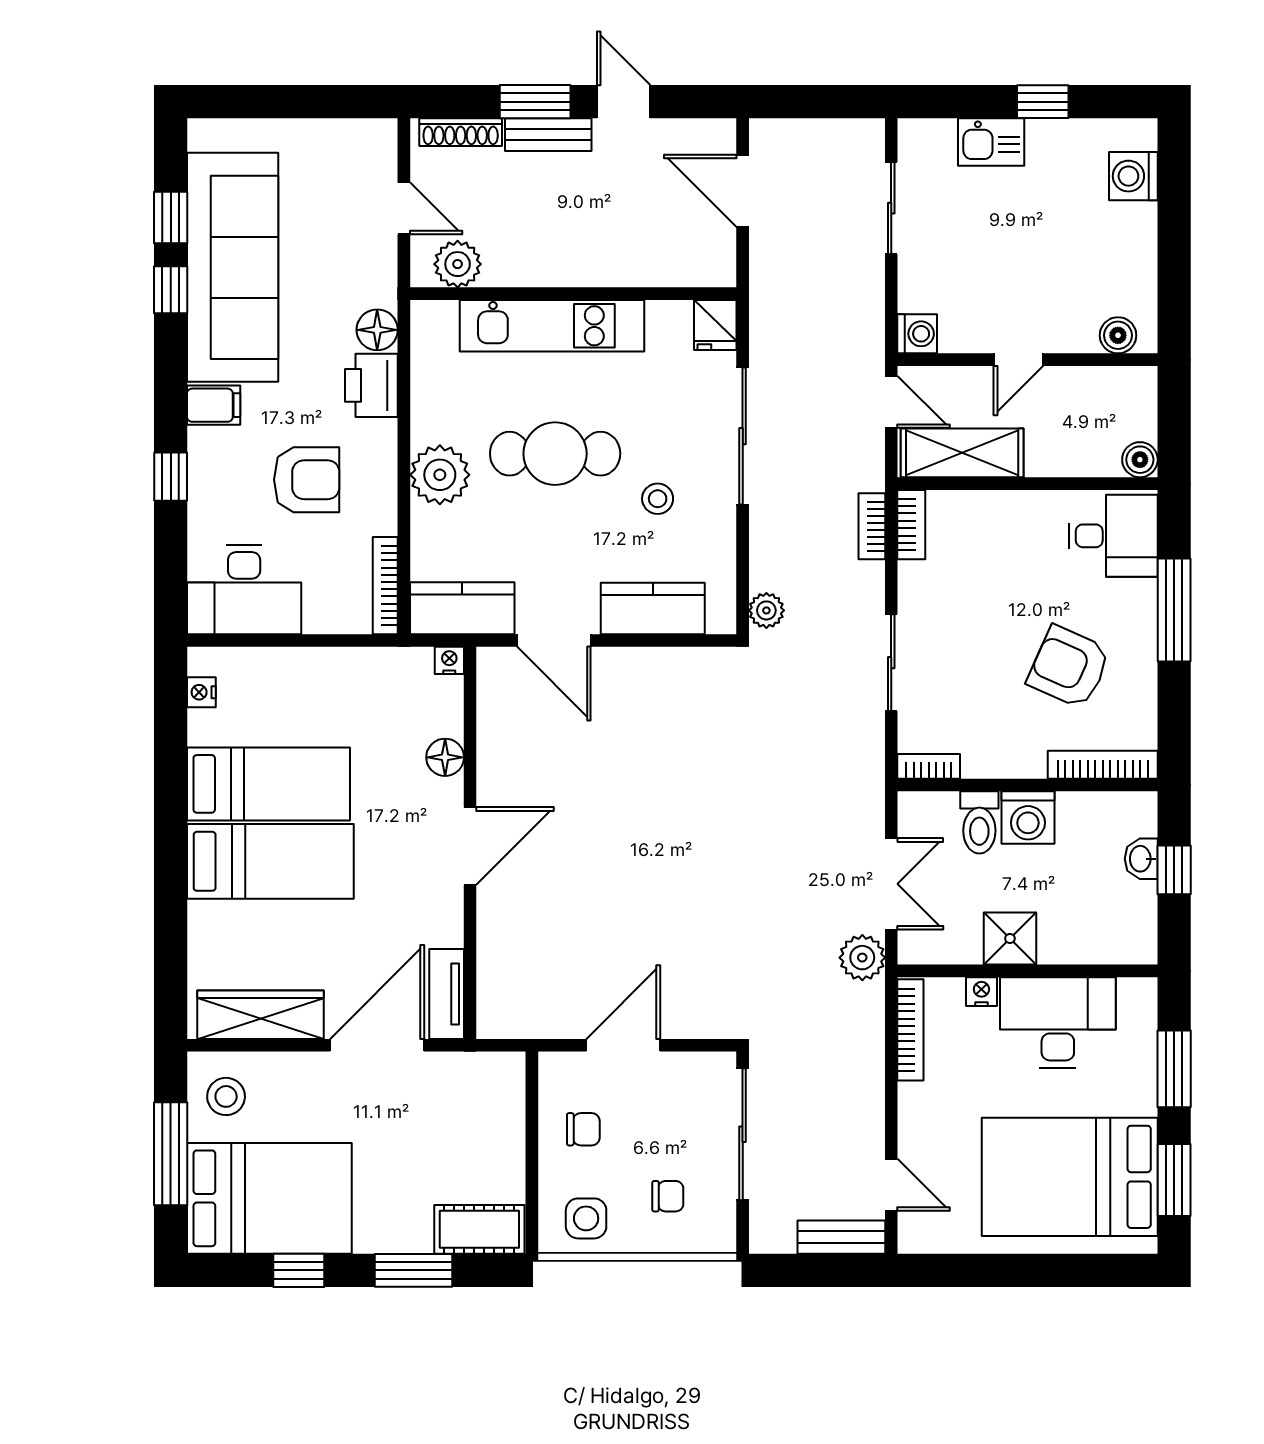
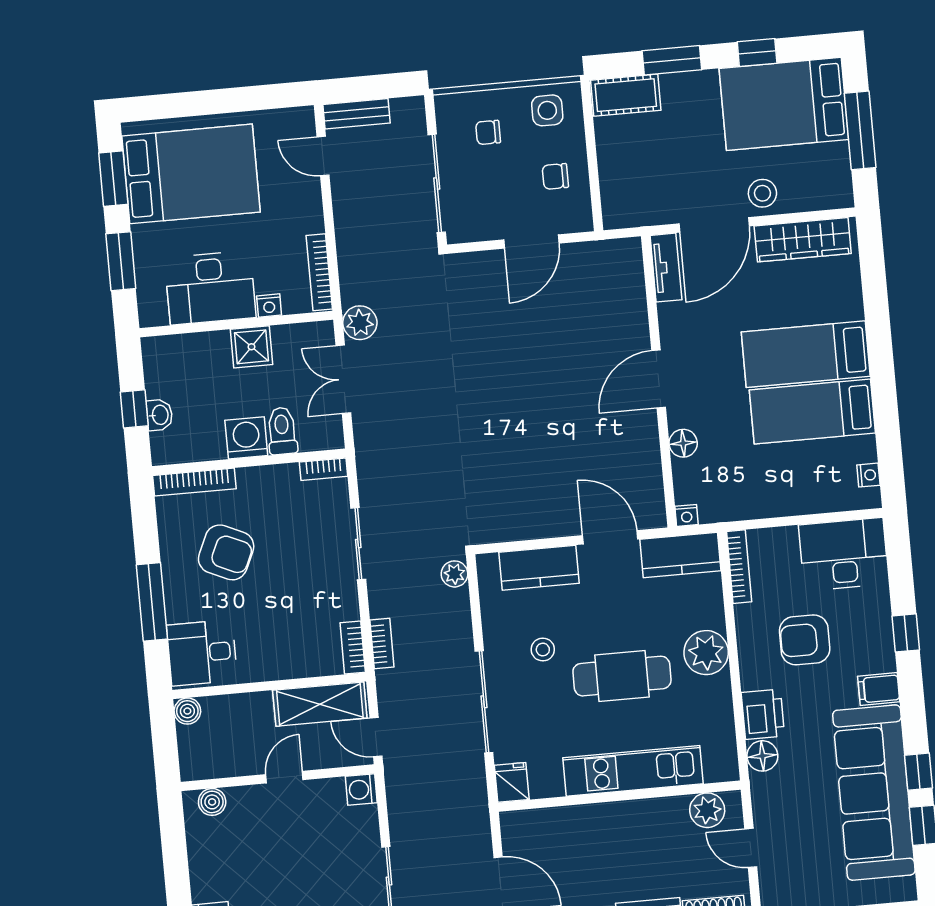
stool: (226, 1096) -> (762, 193), moved

